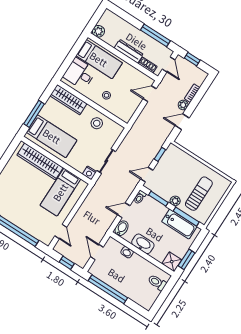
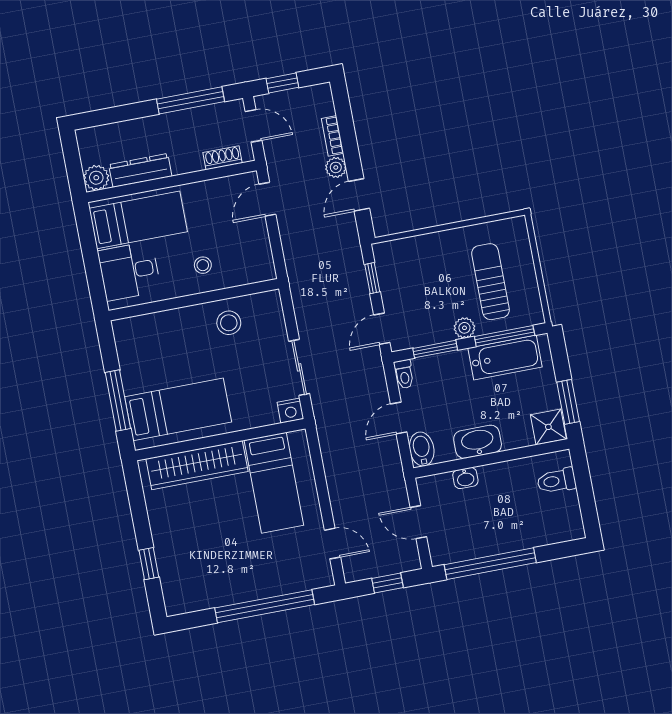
dresser: (129, 51) -> (140, 170), moved
wardrobe: (68, 100) -> (150, 328), removed

